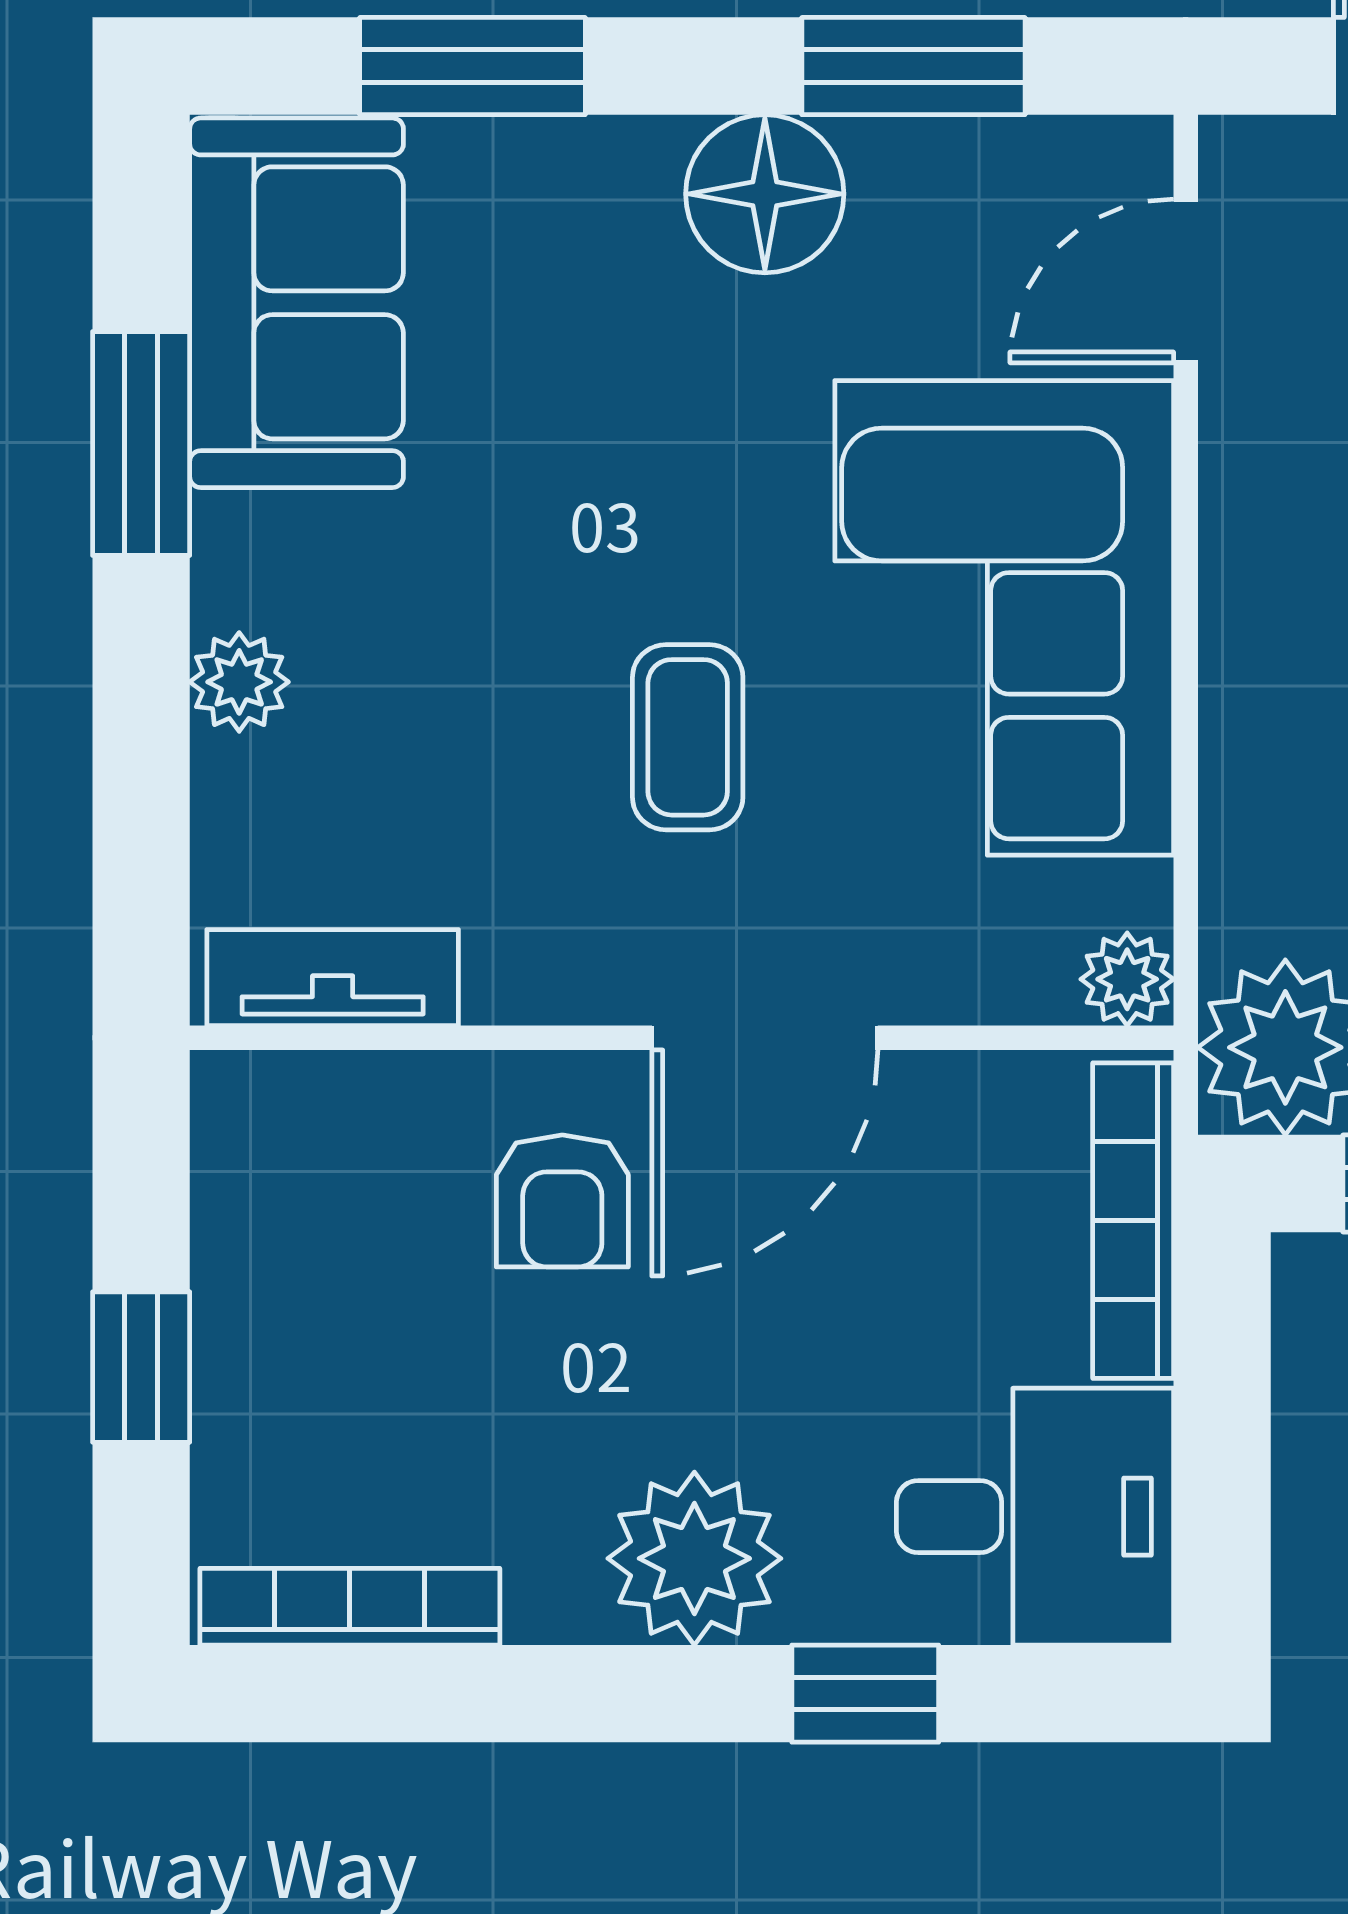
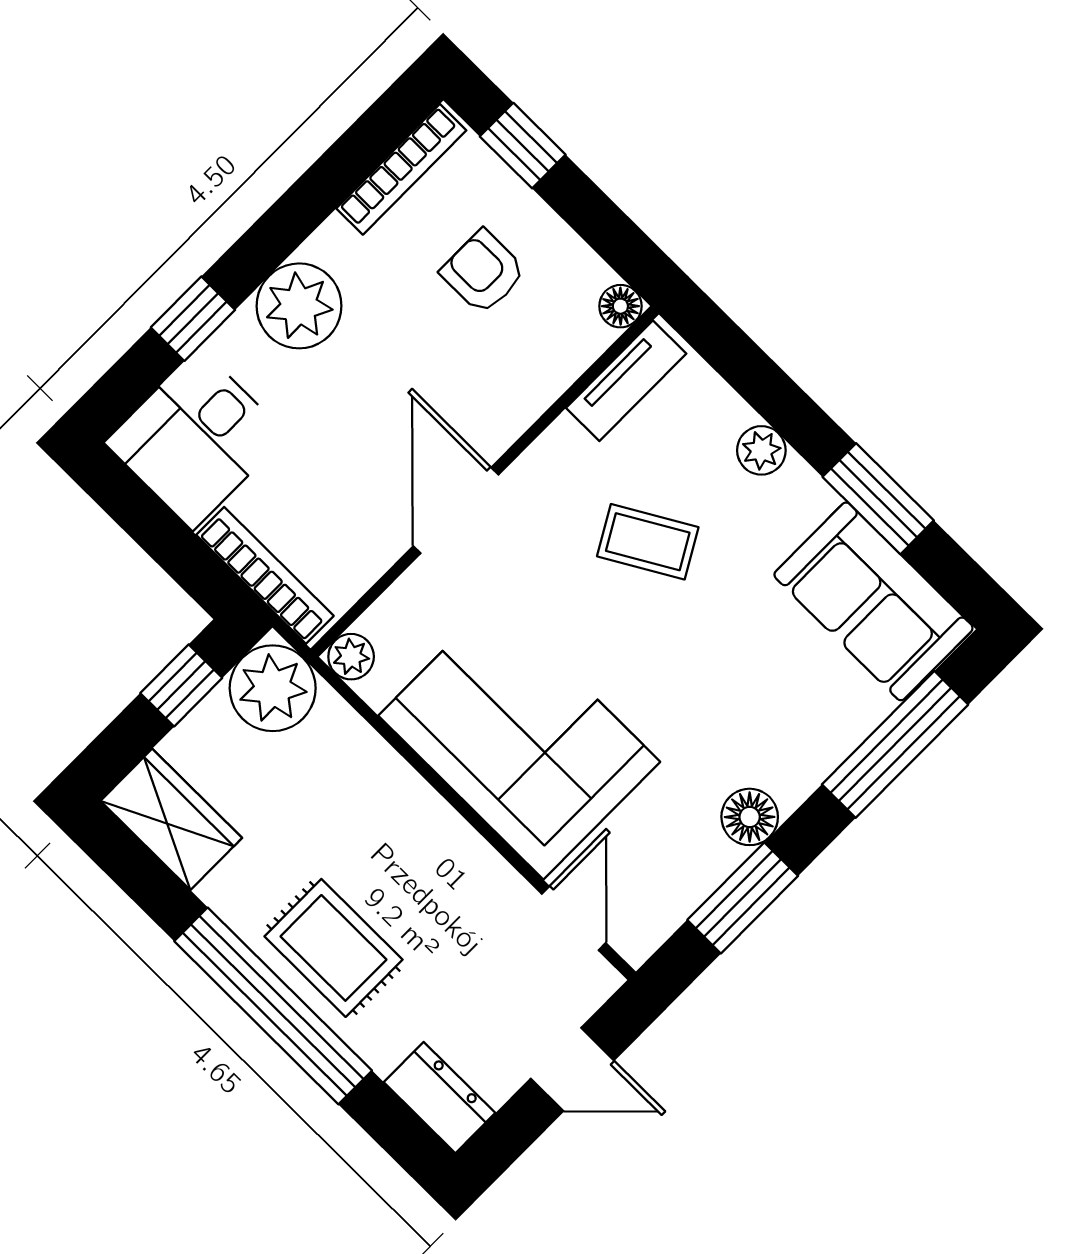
window: (473, 66) -> (895, 744), width x1.44
floor lamp: (765, 194) -> (750, 817), width x0.73, depth x0.73
coffee table: (688, 737) -> (648, 542), moved, turned -30
floor lamp: (233, 1093) -> (620, 306), added
armchair: (562, 1201) -> (483, 272), moved
window: (141, 1367) -> (523, 146), moved

